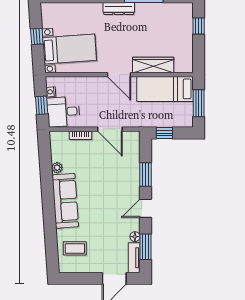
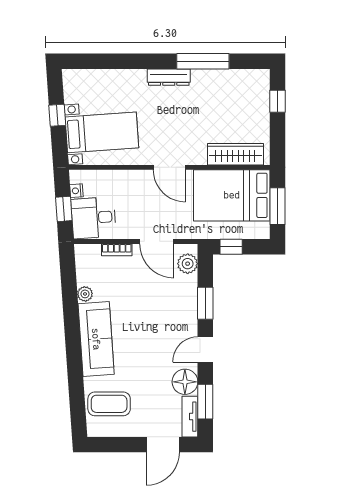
wardrobe: (153, 65) -> (235, 154), moved
bed: (165, 89) -> (232, 195), width x1.50
plant: (132, 145) -> (188, 264), added
floor lamp: (135, 237) -> (185, 382), width x1.89, depth x1.89
coffee table: (75, 248) -> (109, 404), width x1.36, depth x1.30

